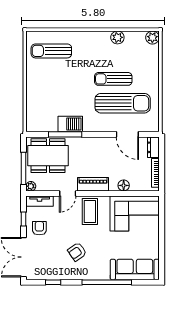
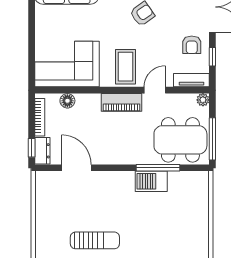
sun lounger: (123, 103) -> (83, 209), removed
window: (162, 150) -> (32, 148), added
window: (24, 168) -> (212, 139), moved
floor lamp: (124, 185) -> (67, 101), moved

